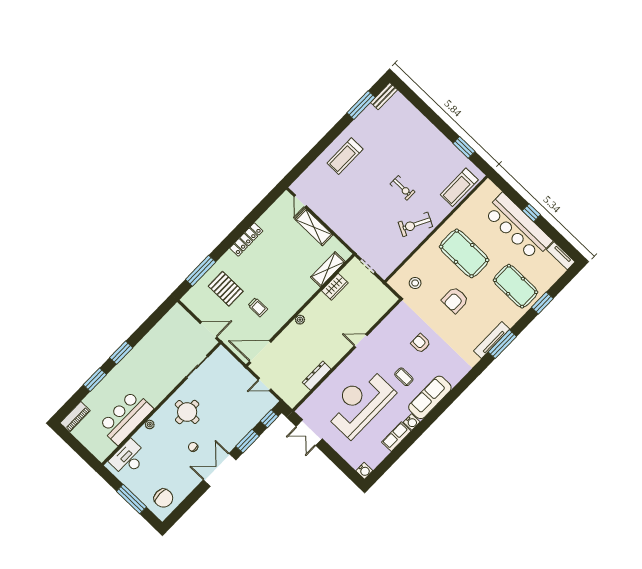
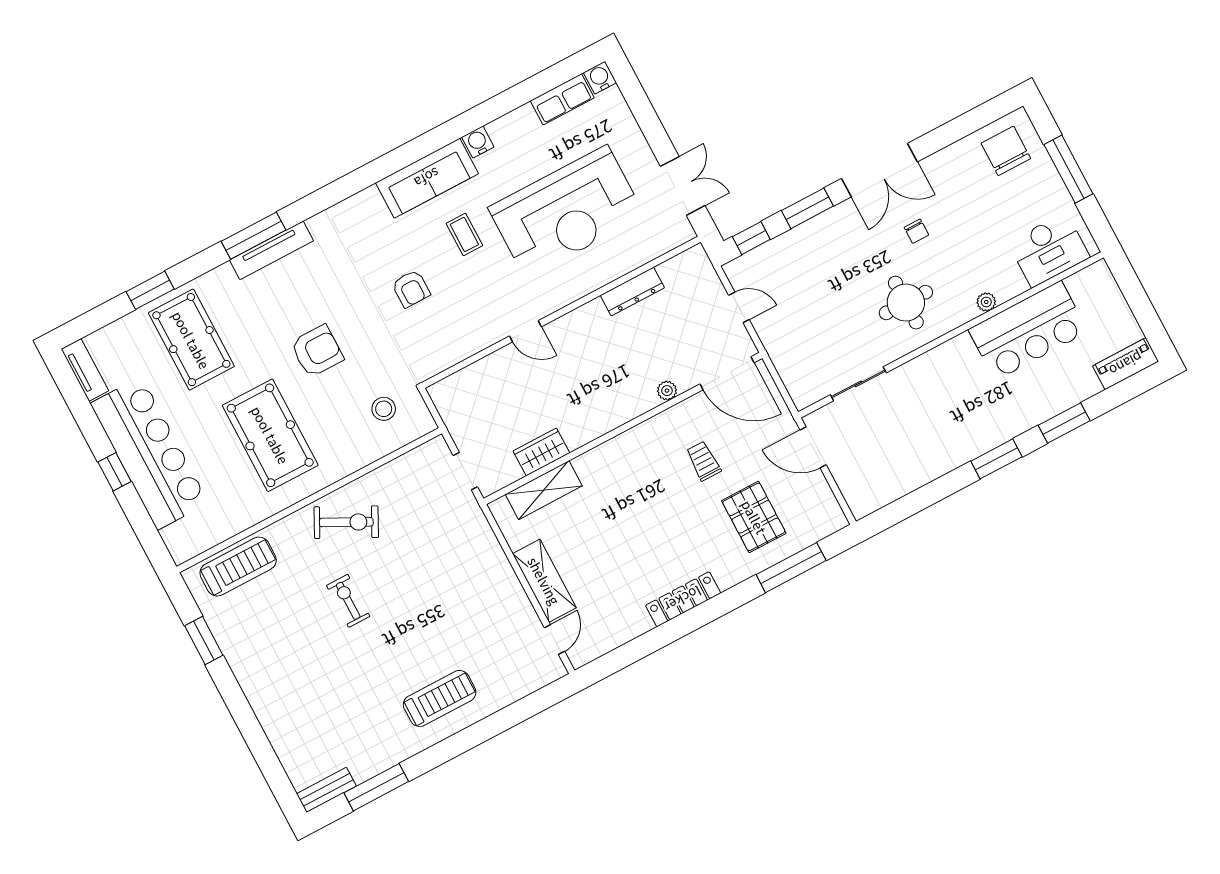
plant: (300, 320) -> (667, 391), moved
row of seats: (396, 437) -> (562, 99), moved

